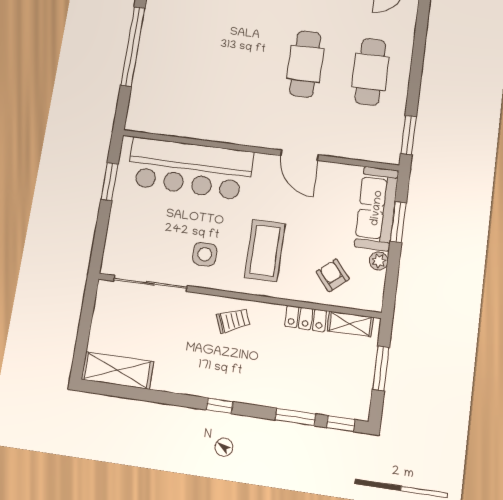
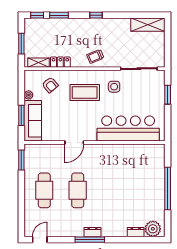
door: (299, 155) -> (74, 143), swing flipped
window: (110, 181) -> (168, 95), moved
coffee table: (265, 251) -> (85, 92), turned 90

